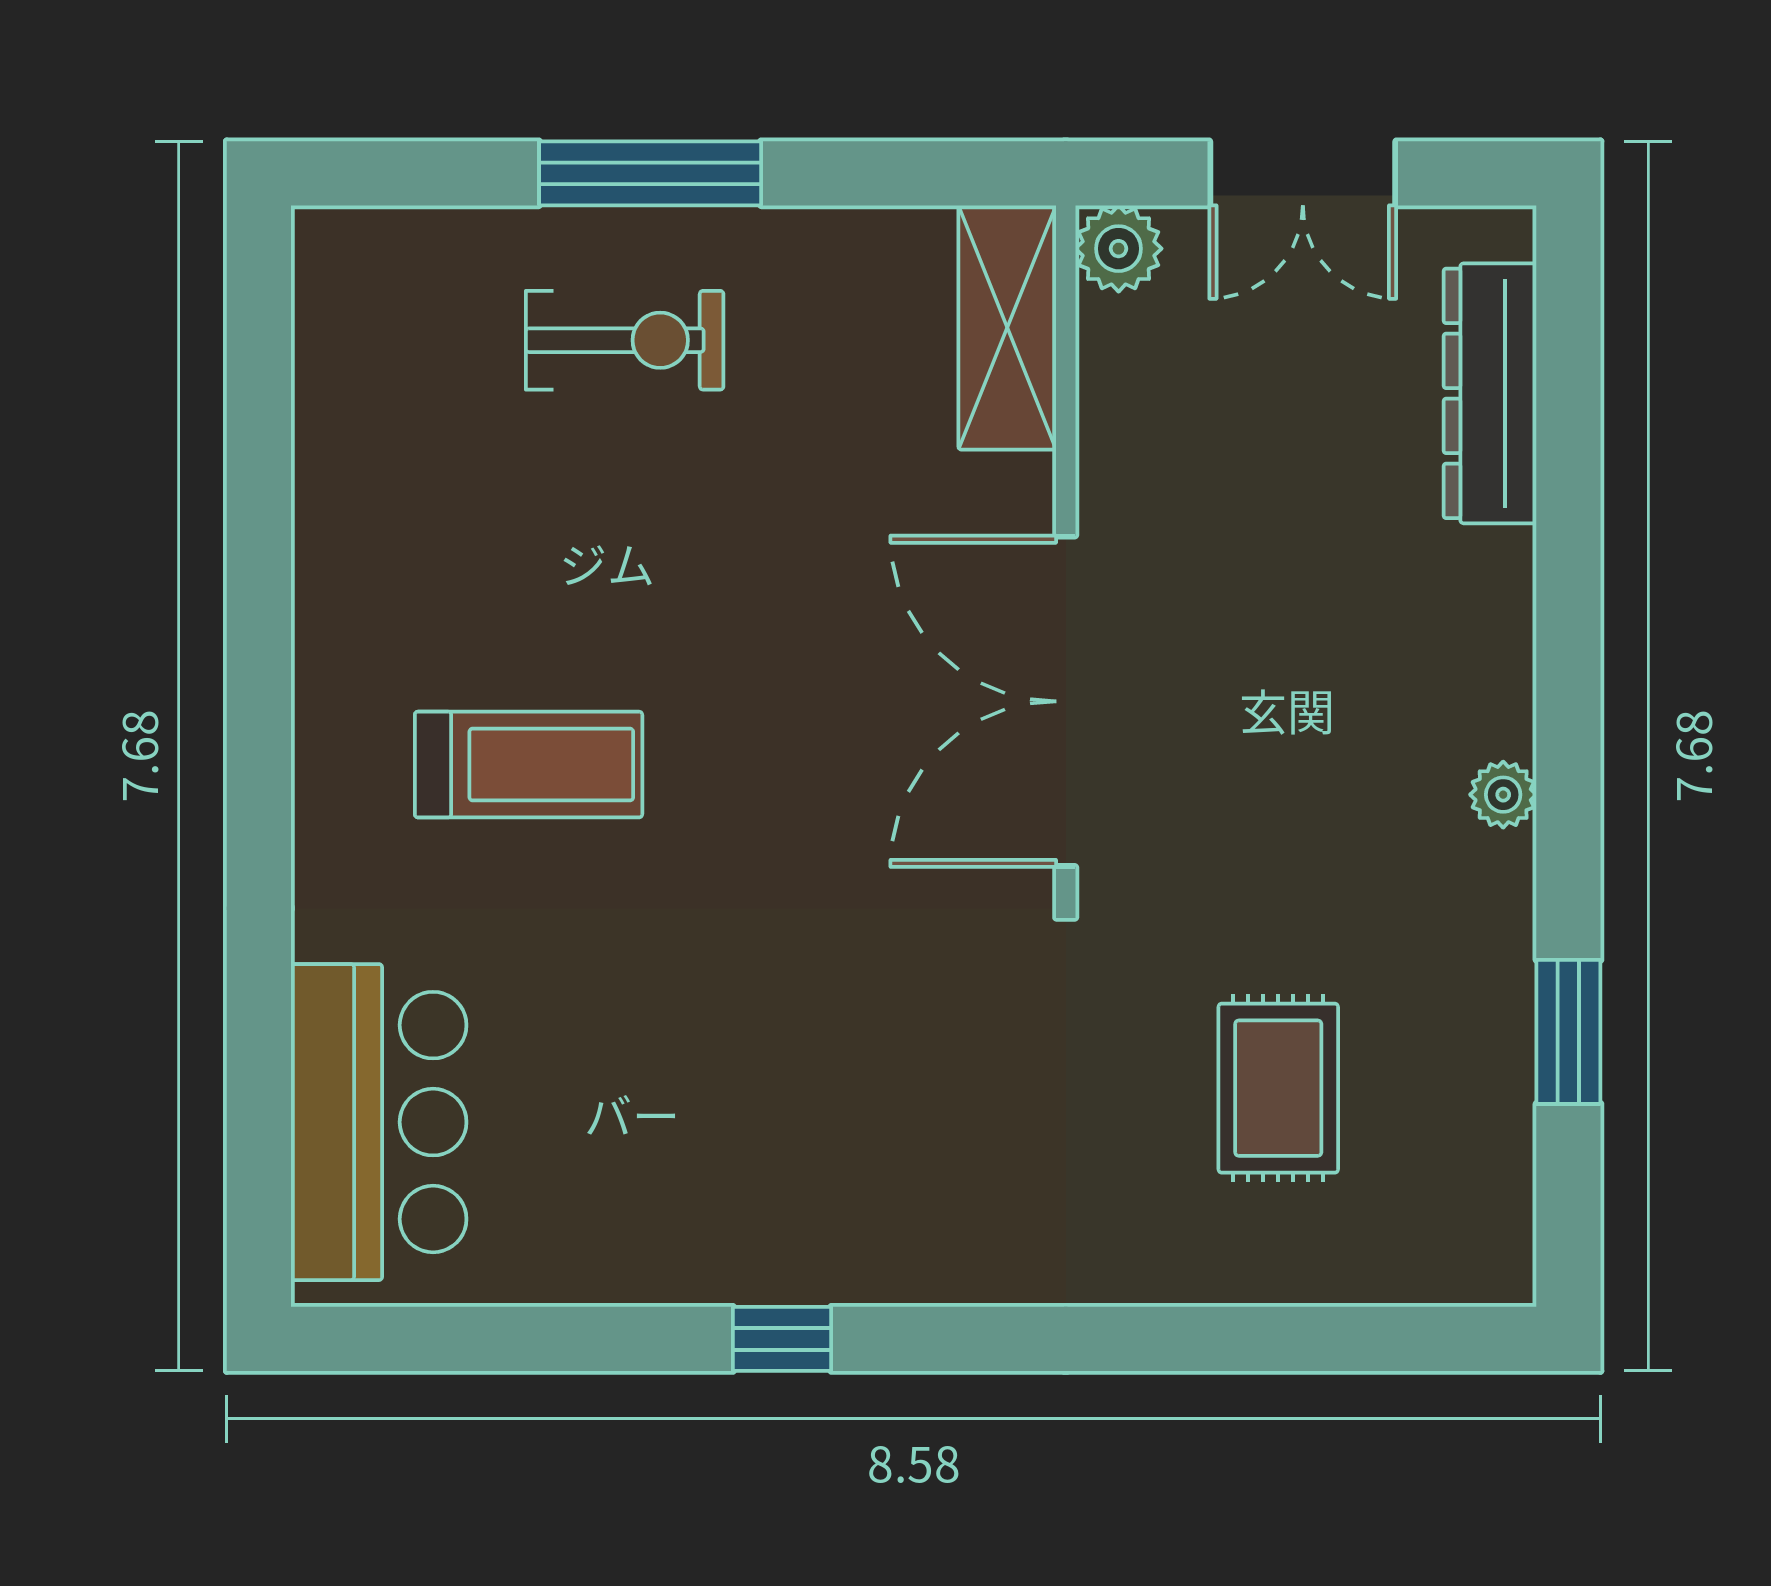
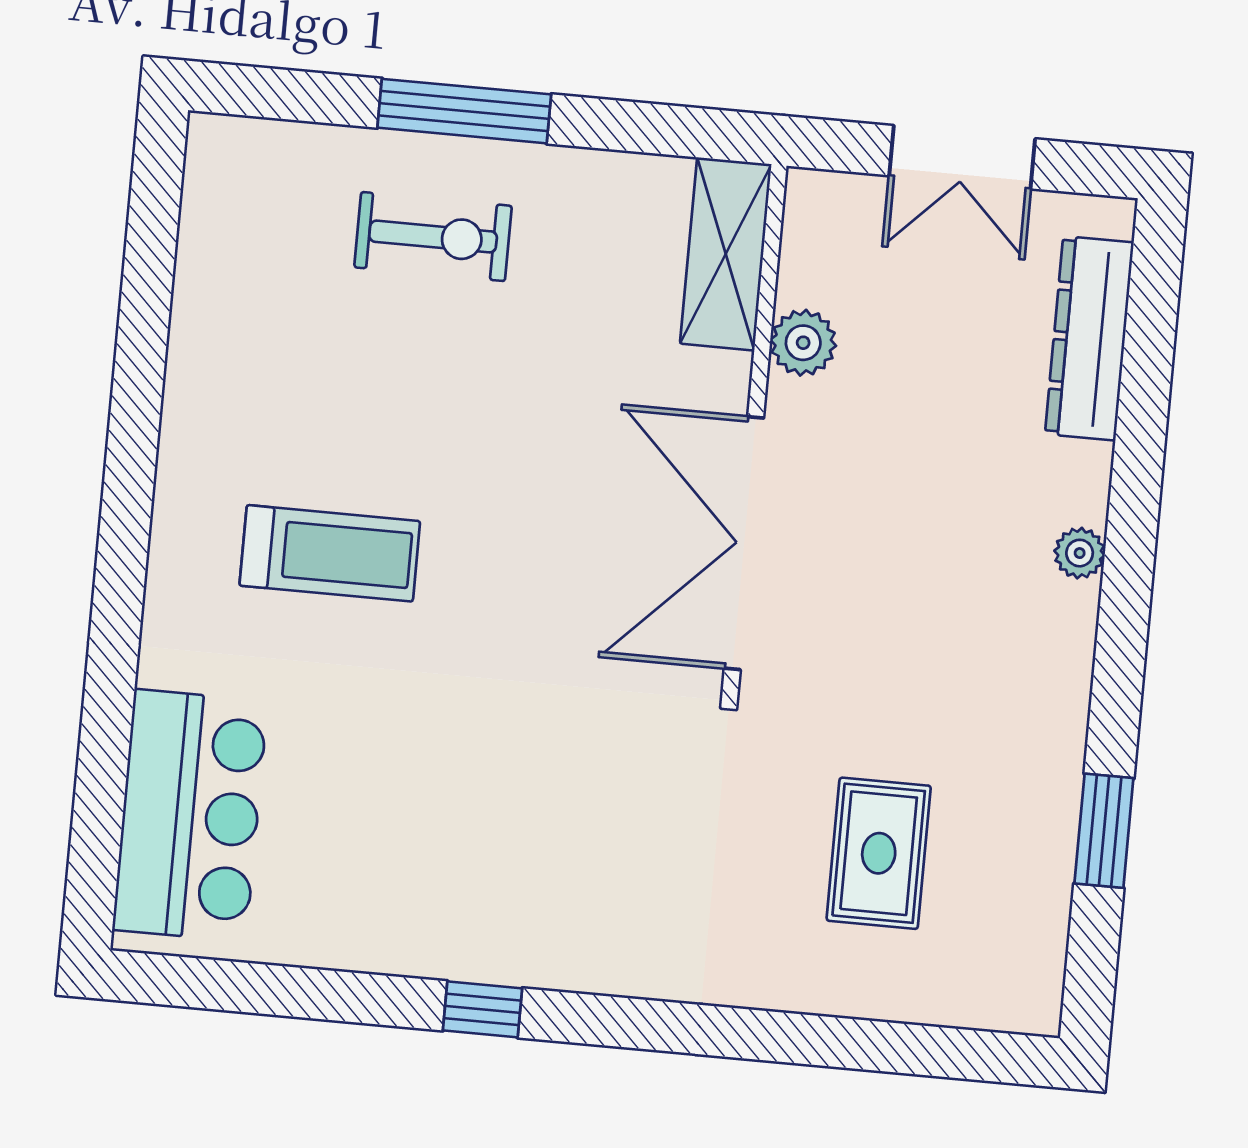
plant: (1119, 249) -> (803, 343), moved
plant: (1503, 795) -> (1080, 553), moved

